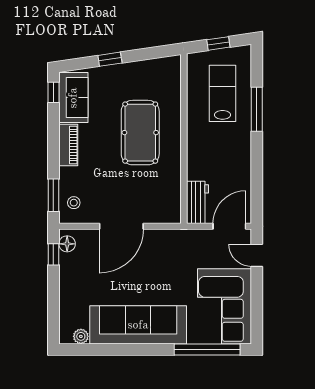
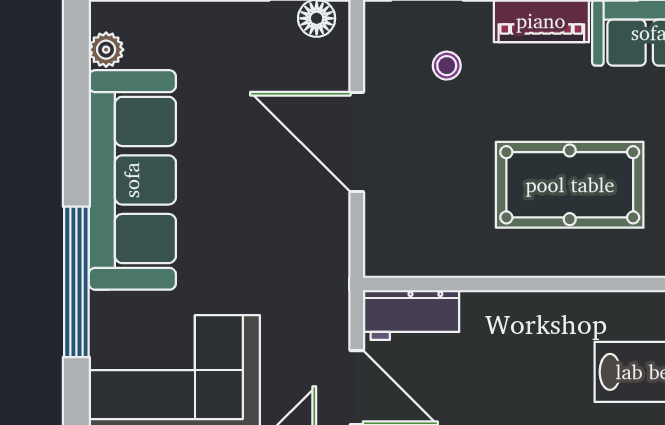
stool: (74, 203) -> (447, 66), moved
window: (207, 349) -> (76, 282), moved

